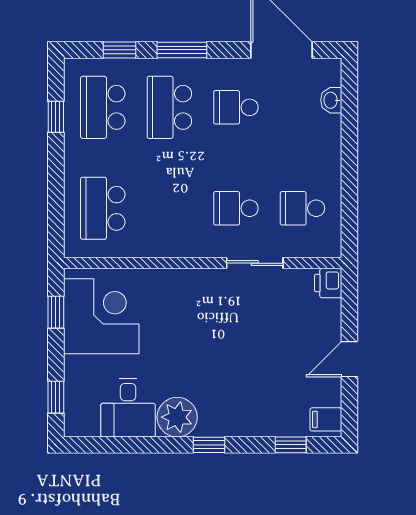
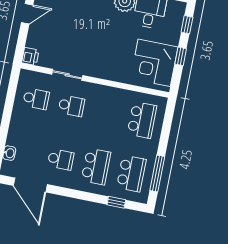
window: (182, 50) -> (83, 196), removed
window: (56, 117) -> (157, 174), width x2.17
window: (56, 312) -> (181, 56), moved

